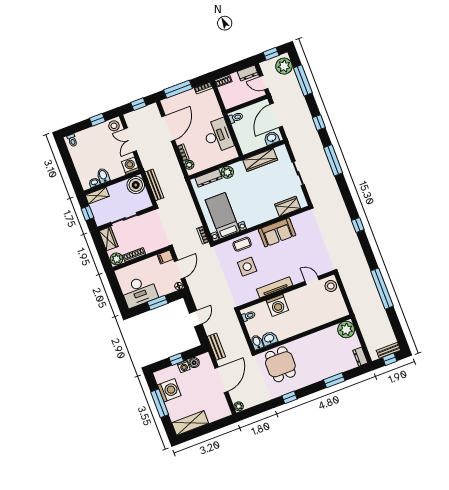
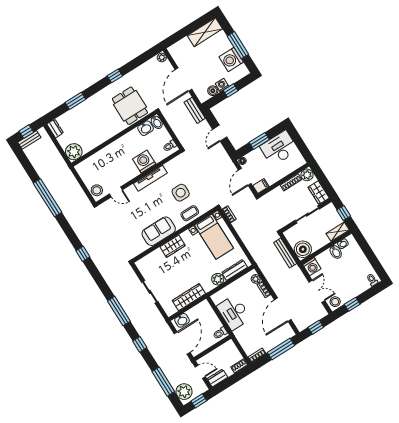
wardrobe: (288, 206) -> (173, 246), moved

